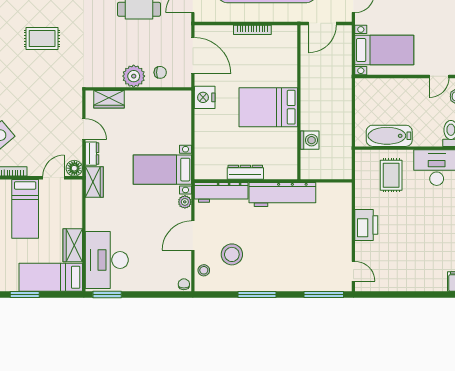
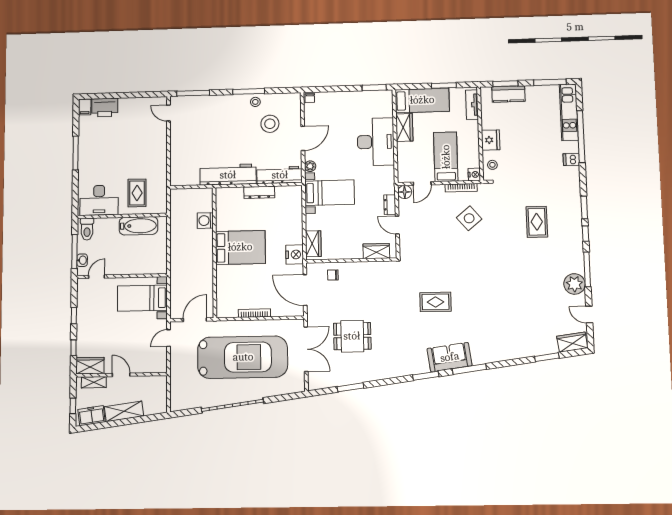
plant: (134, 76) -> (356, 271), removed
wardrobe: (94, 182) -> (313, 244), moved, turned 180
printer: (366, 225) -> (105, 108), moved, turned -90
desk: (107, 260) -> (376, 142), moved
stool: (204, 270) -> (255, 102), moved

